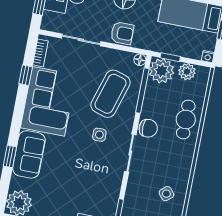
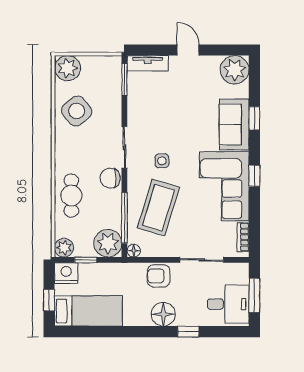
window: (170, 57) -> (86, 260), moved
nightstand: (208, 57) -> (66, 273), width x1.89, depth x1.79
plant: (187, 72) -> (64, 248), moved
window: (26, 75) -> (254, 176), moved
side table: (166, 194) -> (77, 111), width x1.87, depth x1.87

